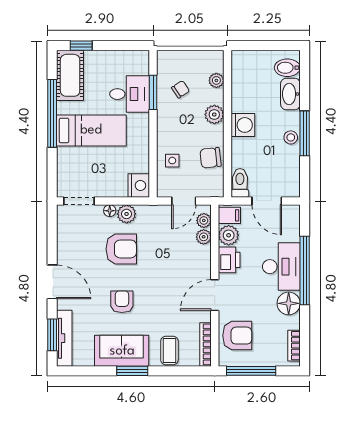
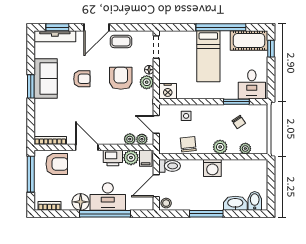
desk: (130, 94) -> (252, 84), moved
stool: (291, 137) -> (166, 203), moved
armchair: (121, 249) -> (121, 78), turned 180
armchair: (237, 336) -> (57, 164), turned -90
coffee table: (169, 350) -> (121, 41), moved

